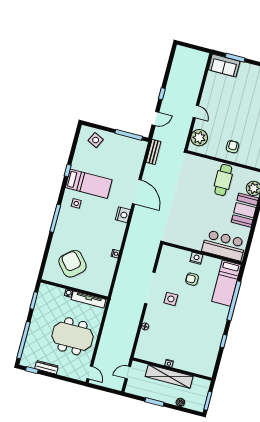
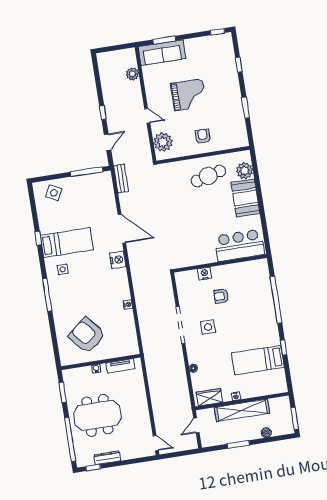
sofa: (224, 65) -> (162, 53), width x1.36
plant: (199, 73) -> (132, 74), added
grand piano: (236, 109) -> (189, 95), added
cafe table: (223, 180) -> (208, 176), turned 75
nightstand: (196, 258) -> (205, 274), moved
bed: (226, 283) -> (258, 360), moved, turned 90
tv unit: (89, 300) -> (120, 366), width x0.71
meeting table: (73, 336) -> (97, 415), moved
wardrobe: (148, 355) -> (209, 397), added

